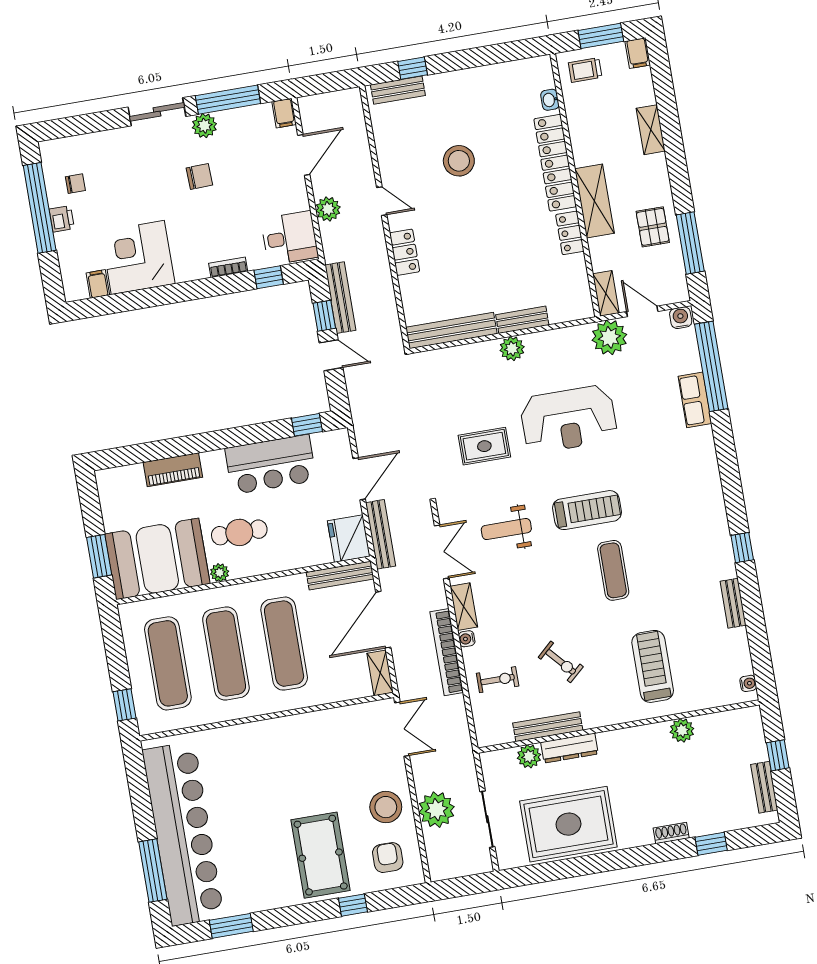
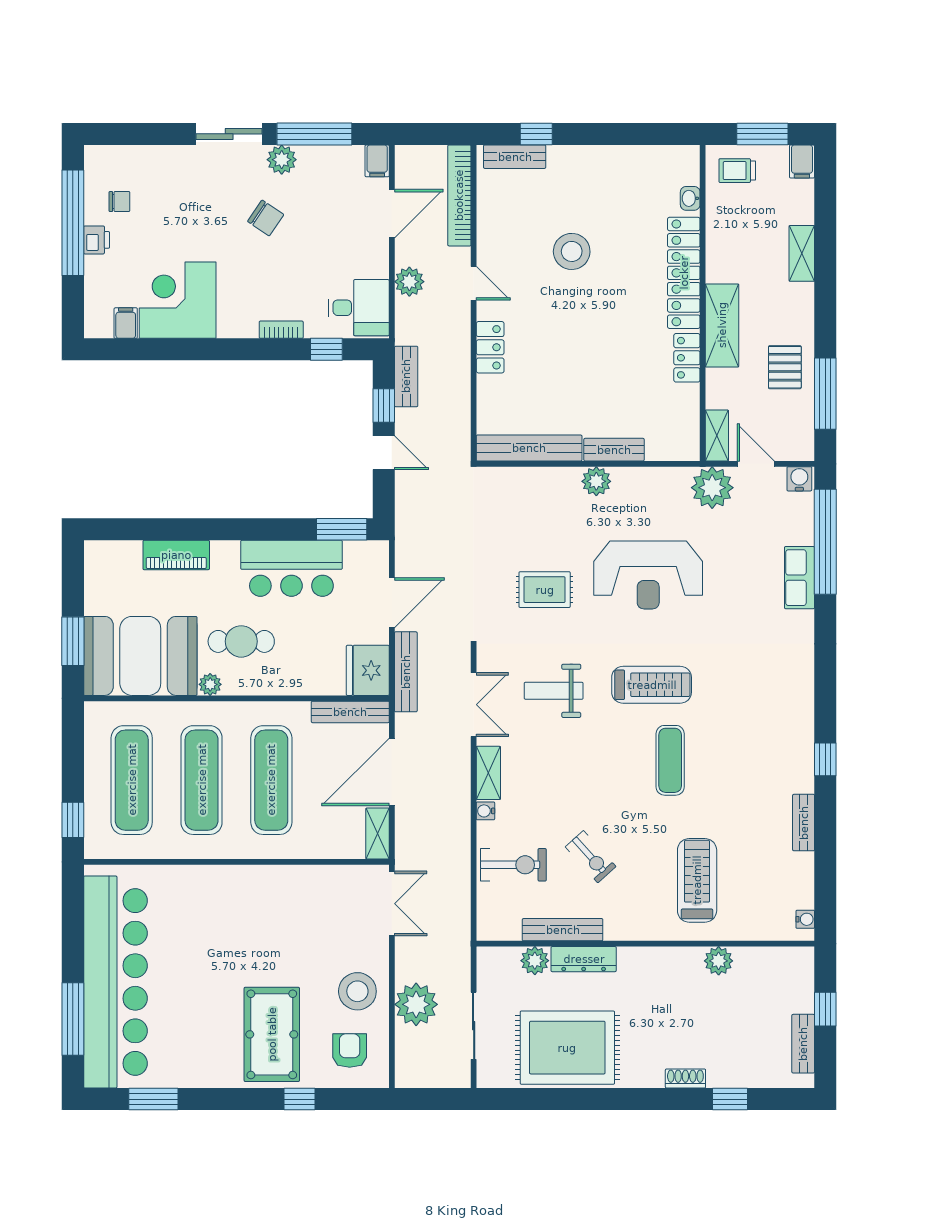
chair: (199, 176) -> (266, 218), turned 36
bench: (340, 298) -> (406, 376), width x0.73
window: (307, 425) -> (342, 529), width x1.50
bookcase: (447, 652) -> (459, 195), moved
exercise bike: (498, 680) -> (513, 865), width x1.38, depth x1.39

